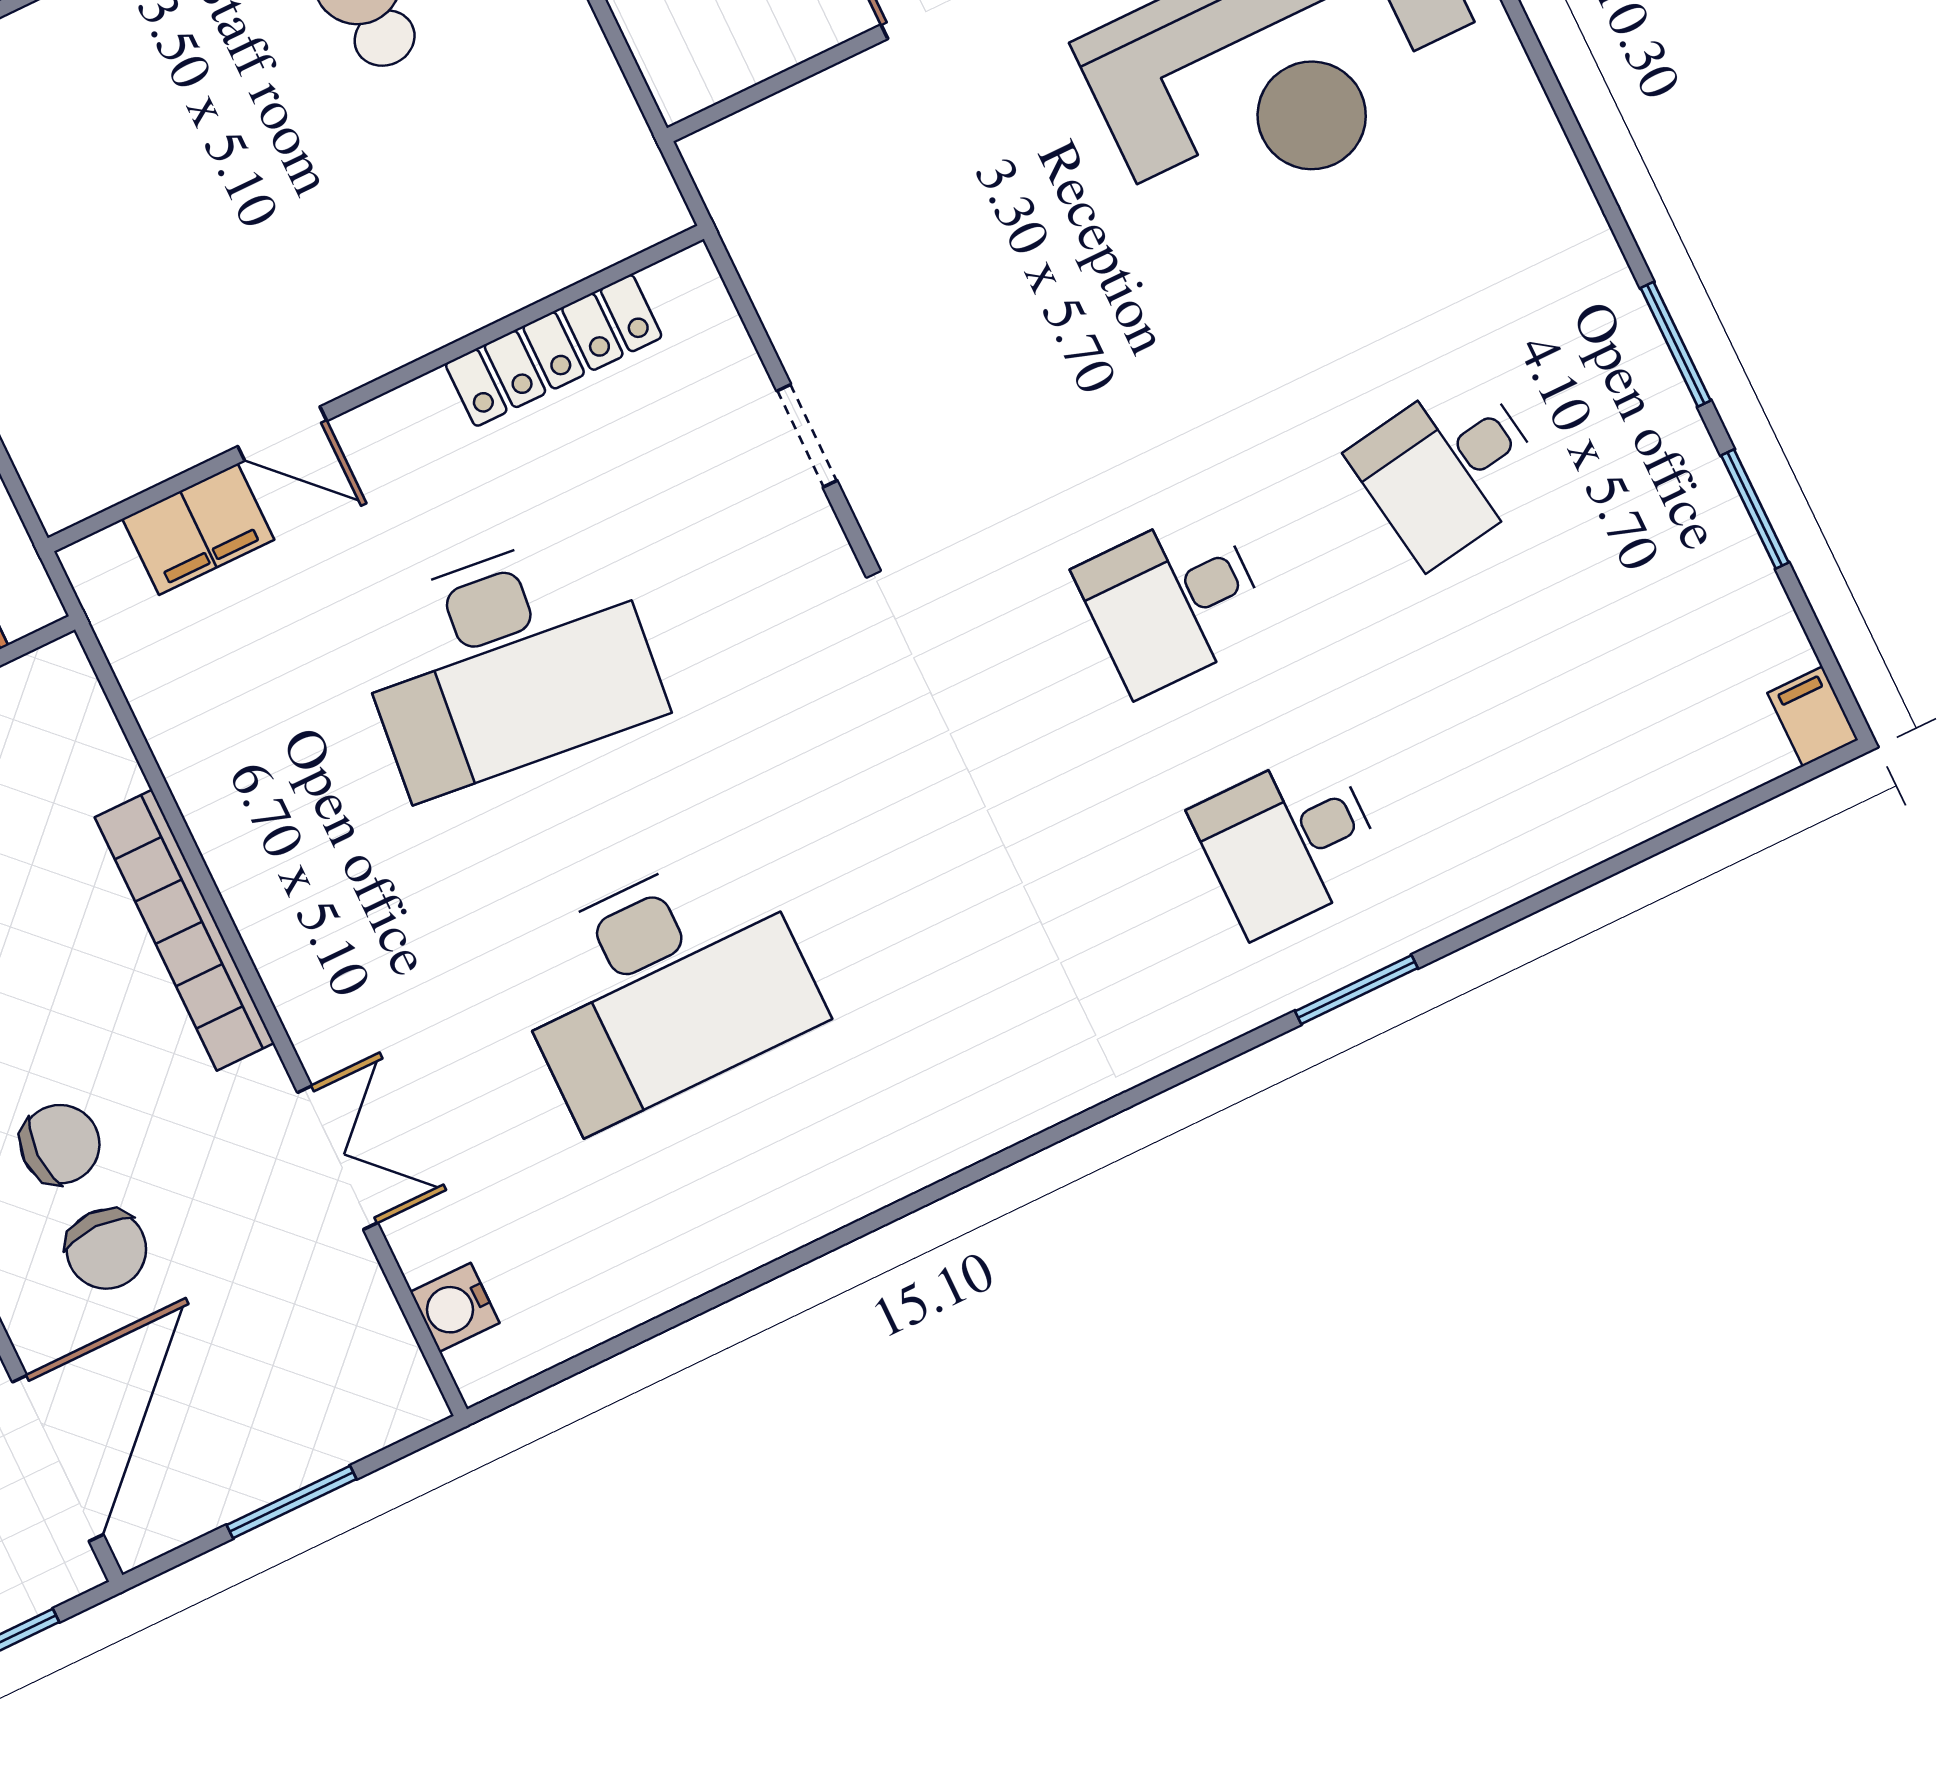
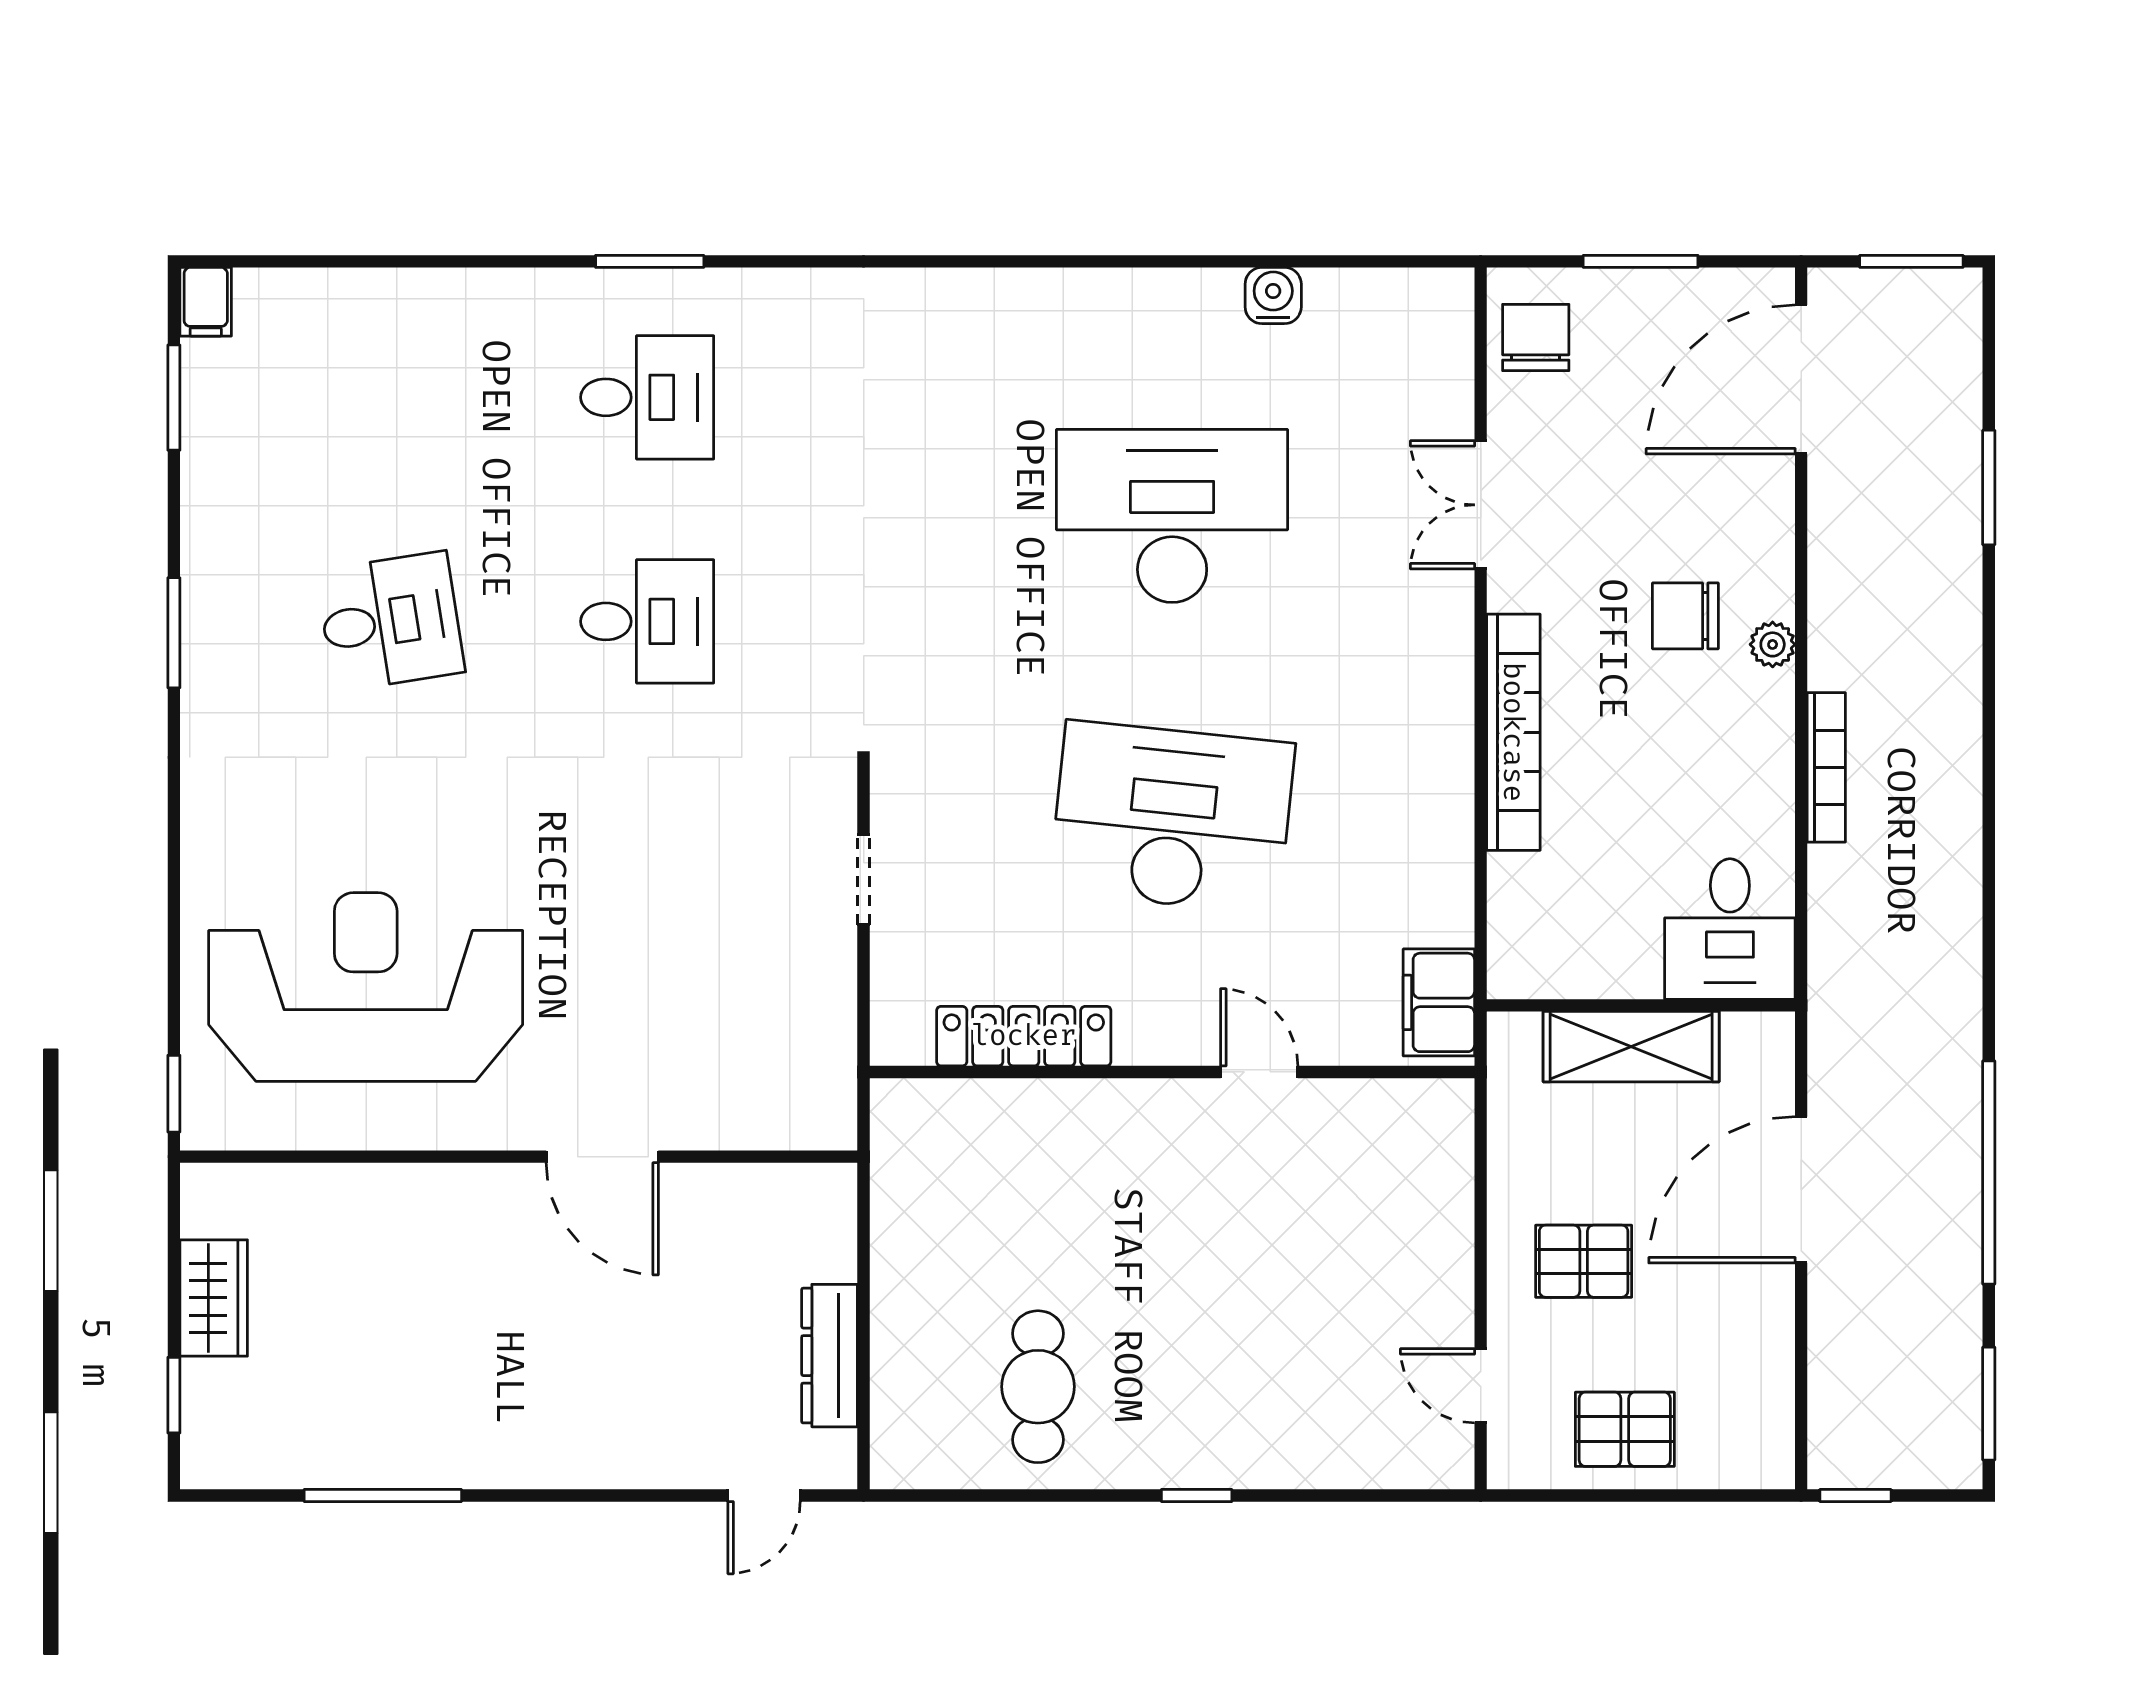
window: (1755, 509) -> (174, 398), moved
filing cabinet: (198, 529) -> (1439, 1002), moved, turned -90
chair: (106, 1249) -> (1536, 337), moved
water cooler: (455, 1307) -> (1273, 295), moved, turned -90

